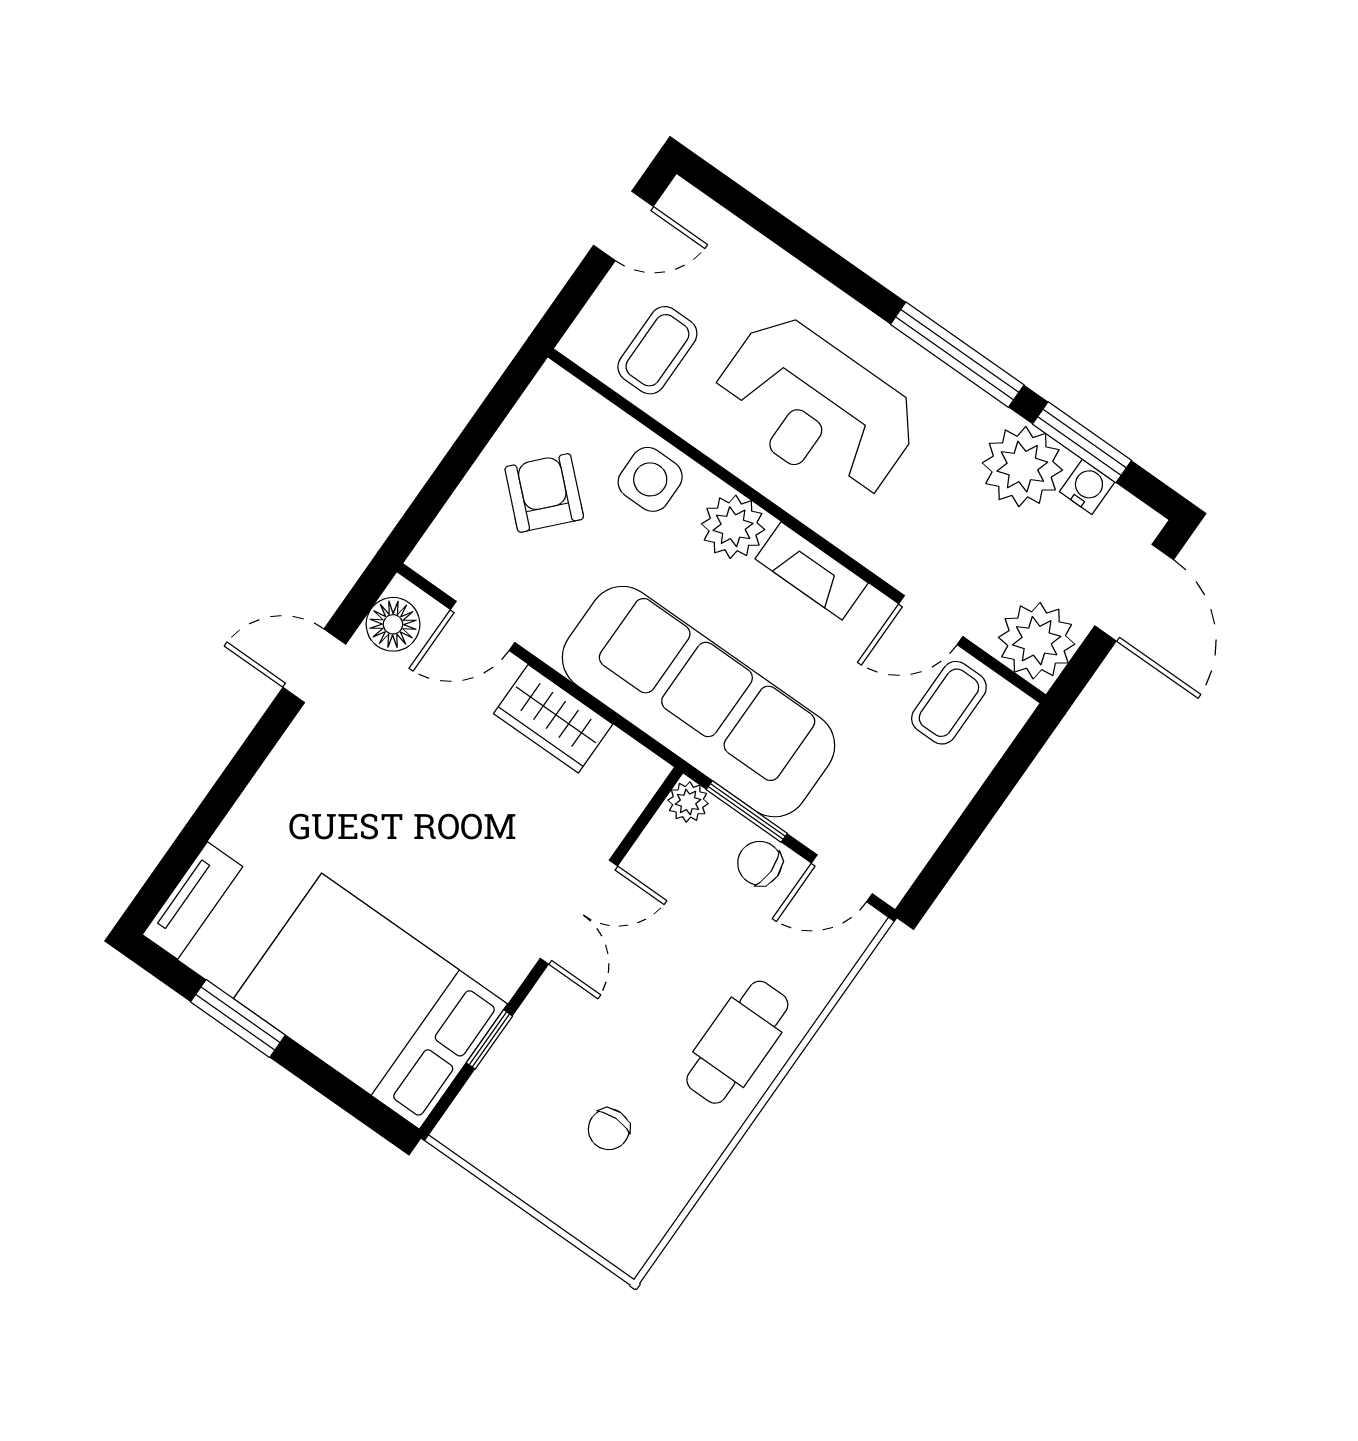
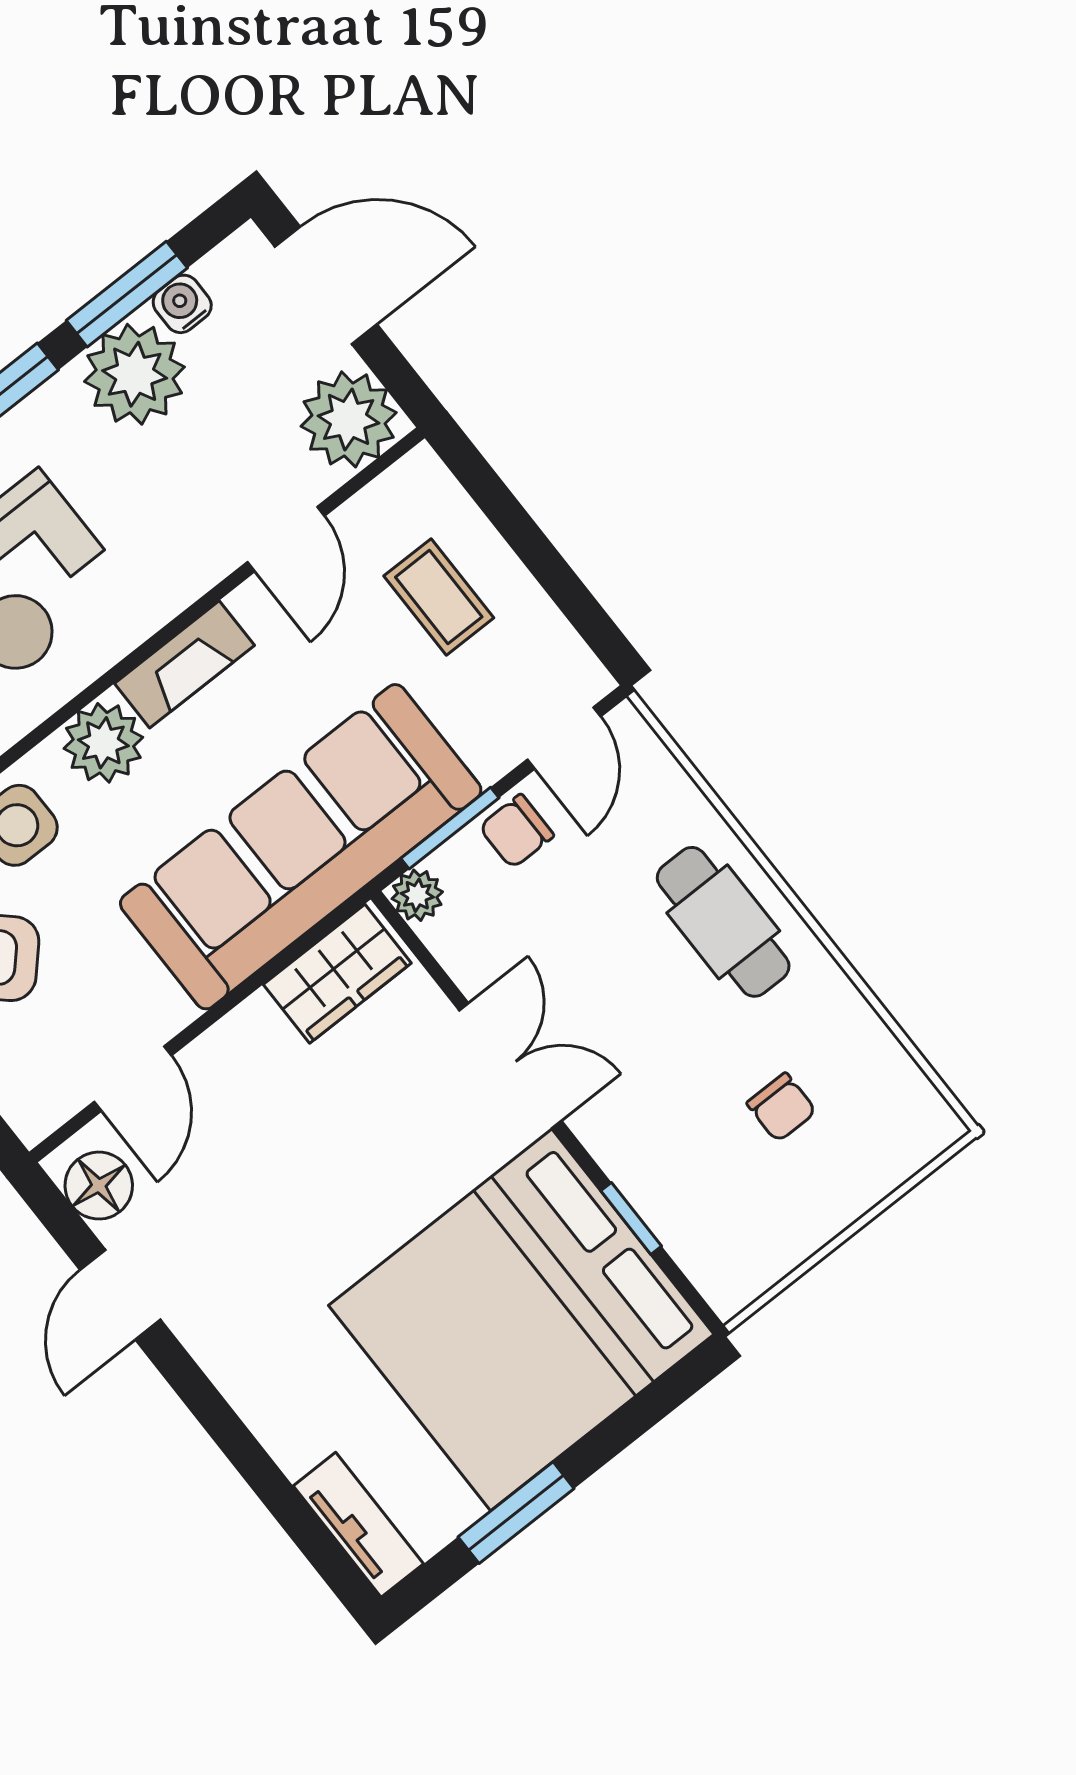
coffee table: (949, 703) -> (439, 597), moved
wardrobe: (553, 719) -> (337, 974), moved
bed: (371, 1001) -> (521, 1320), width x1.36

